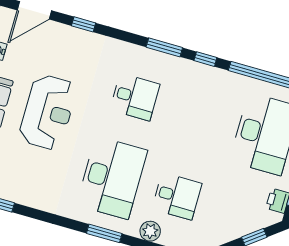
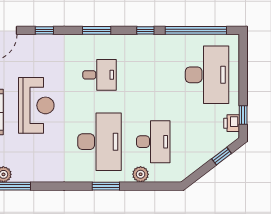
window: (164, 47) -> (97, 30), moved
desk: (177, 196) -> (153, 142), width x1.37

